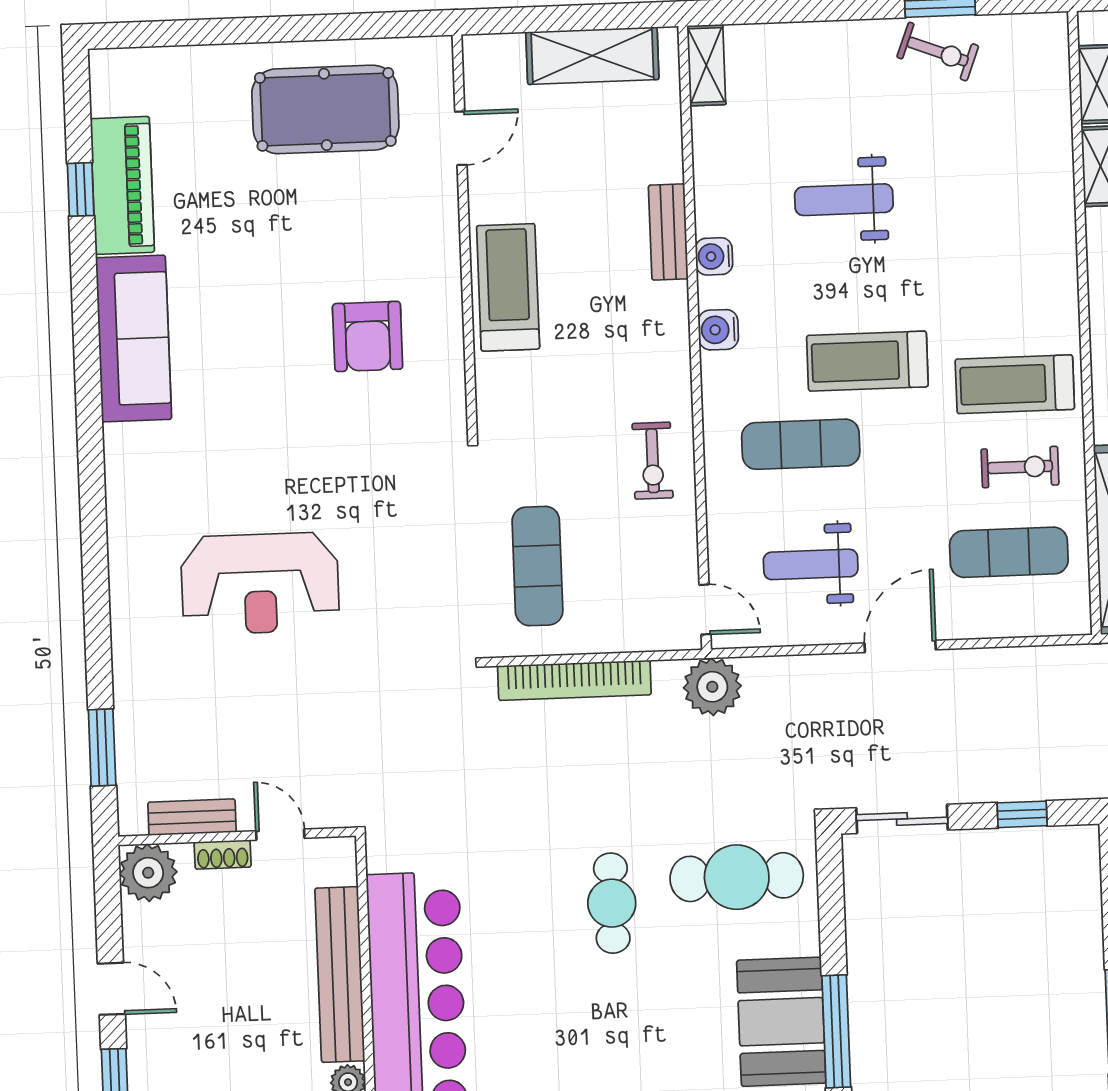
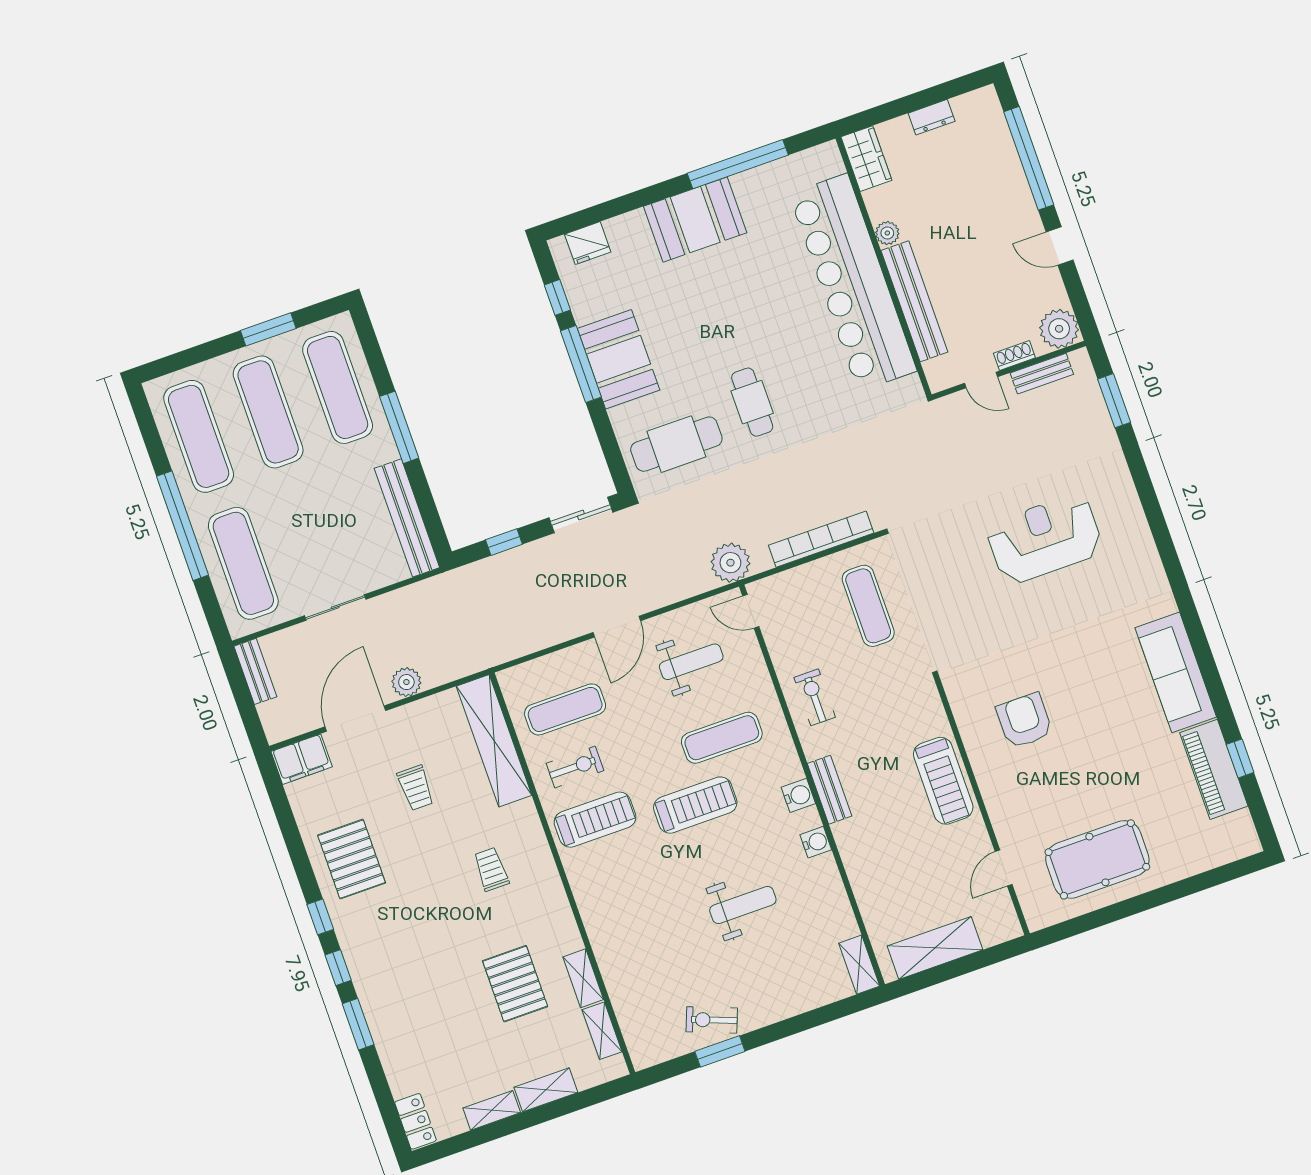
bench: (668, 232) -> (830, 790), moved
exercise bike: (1020, 467) -> (575, 767), turned 180

